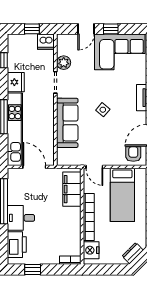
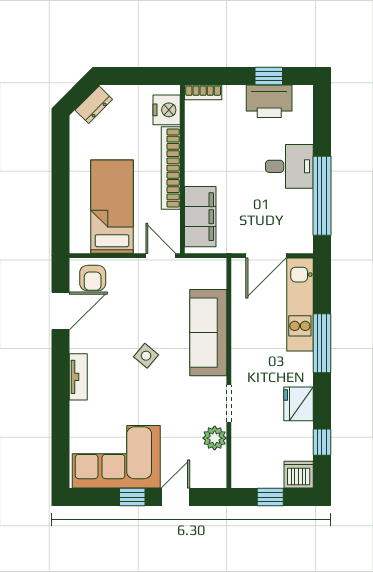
dishwasher: (46, 42) -> (299, 475), moved
kitchen unit: (15, 129) -> (300, 304), width x0.73
door: (34, 167) -> (266, 256), hinge flipped
printer: (17, 245) -> (269, 101), moved, turned -90

